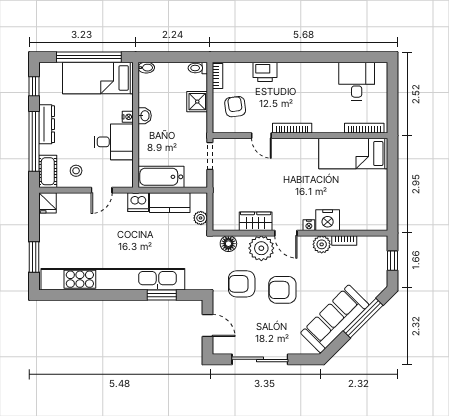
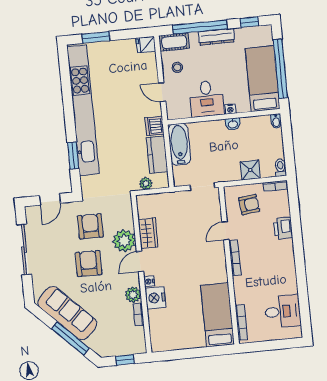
floor lamp: (228, 244) -> (125, 211), removed

